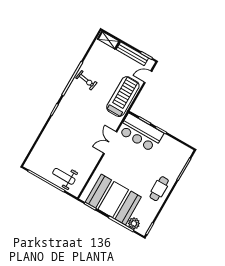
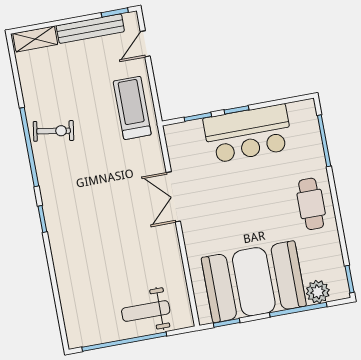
treadmill: (123, 97) -> (132, 108), width x0.73, depth x0.73
bar counter: (141, 133) -> (248, 134), moved

